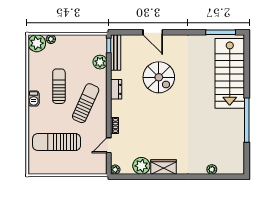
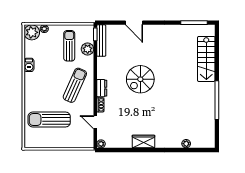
stairs: (230, 73) -> (206, 59), width x0.73, depth x0.66
spiral stairs: (159, 77) -> (140, 79), moved, turned 90
sun lounger: (59, 86) -> (69, 46), moved
dresser: (116, 89) -> (102, 88), moved
barbecue: (34, 98) -> (29, 65), moved
door: (109, 145) -> (95, 122), hinge flipped
plant: (141, 166) -> (124, 140), removed

